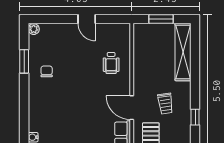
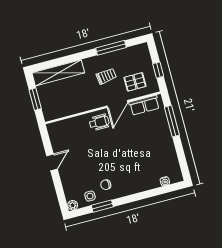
side table: (39, 51) -> (90, 196), added
wheelchair: (111, 63) -> (99, 122), moved
window: (195, 117) -> (111, 48), width x2.17

